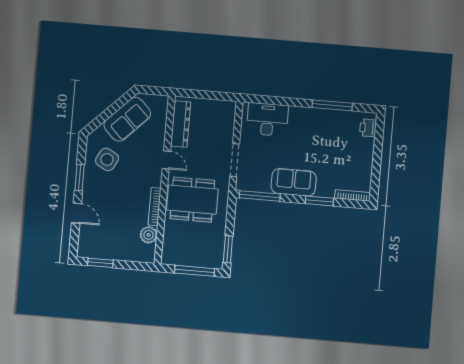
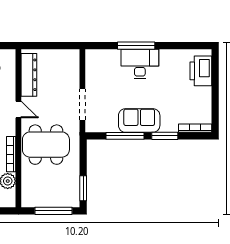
window: (332, 105) -> (136, 46), moved
desk: (267, 119) -> (140, 64), moved
printer: (368, 128) -> (201, 71), width x1.87, depth x1.48
window: (260, 196) -> (125, 136), moved

